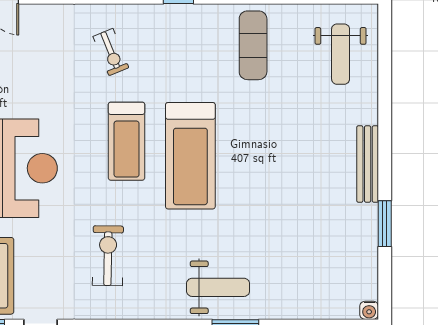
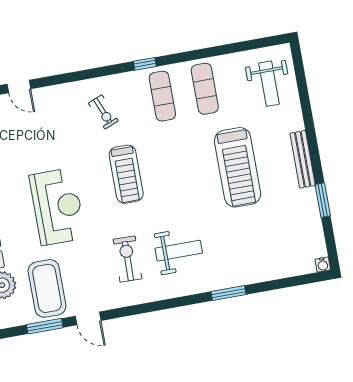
exercise mat: (194, 45) -> (162, 96), added
treadmill: (190, 156) -> (238, 167), moved
weight bench: (218, 287) -> (179, 251), moved

